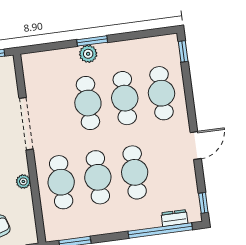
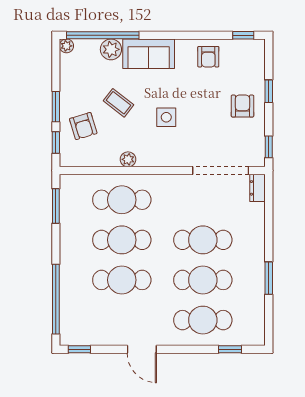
window: (92, 41) -> (269, 278), moved
window: (183, 51) -> (230, 349), moved
plant: (88, 54) -> (256, 247), removed
doorway: (26, 124) -> (221, 171), moved
dresser: (174, 218) -> (257, 188), moved, turned 180

